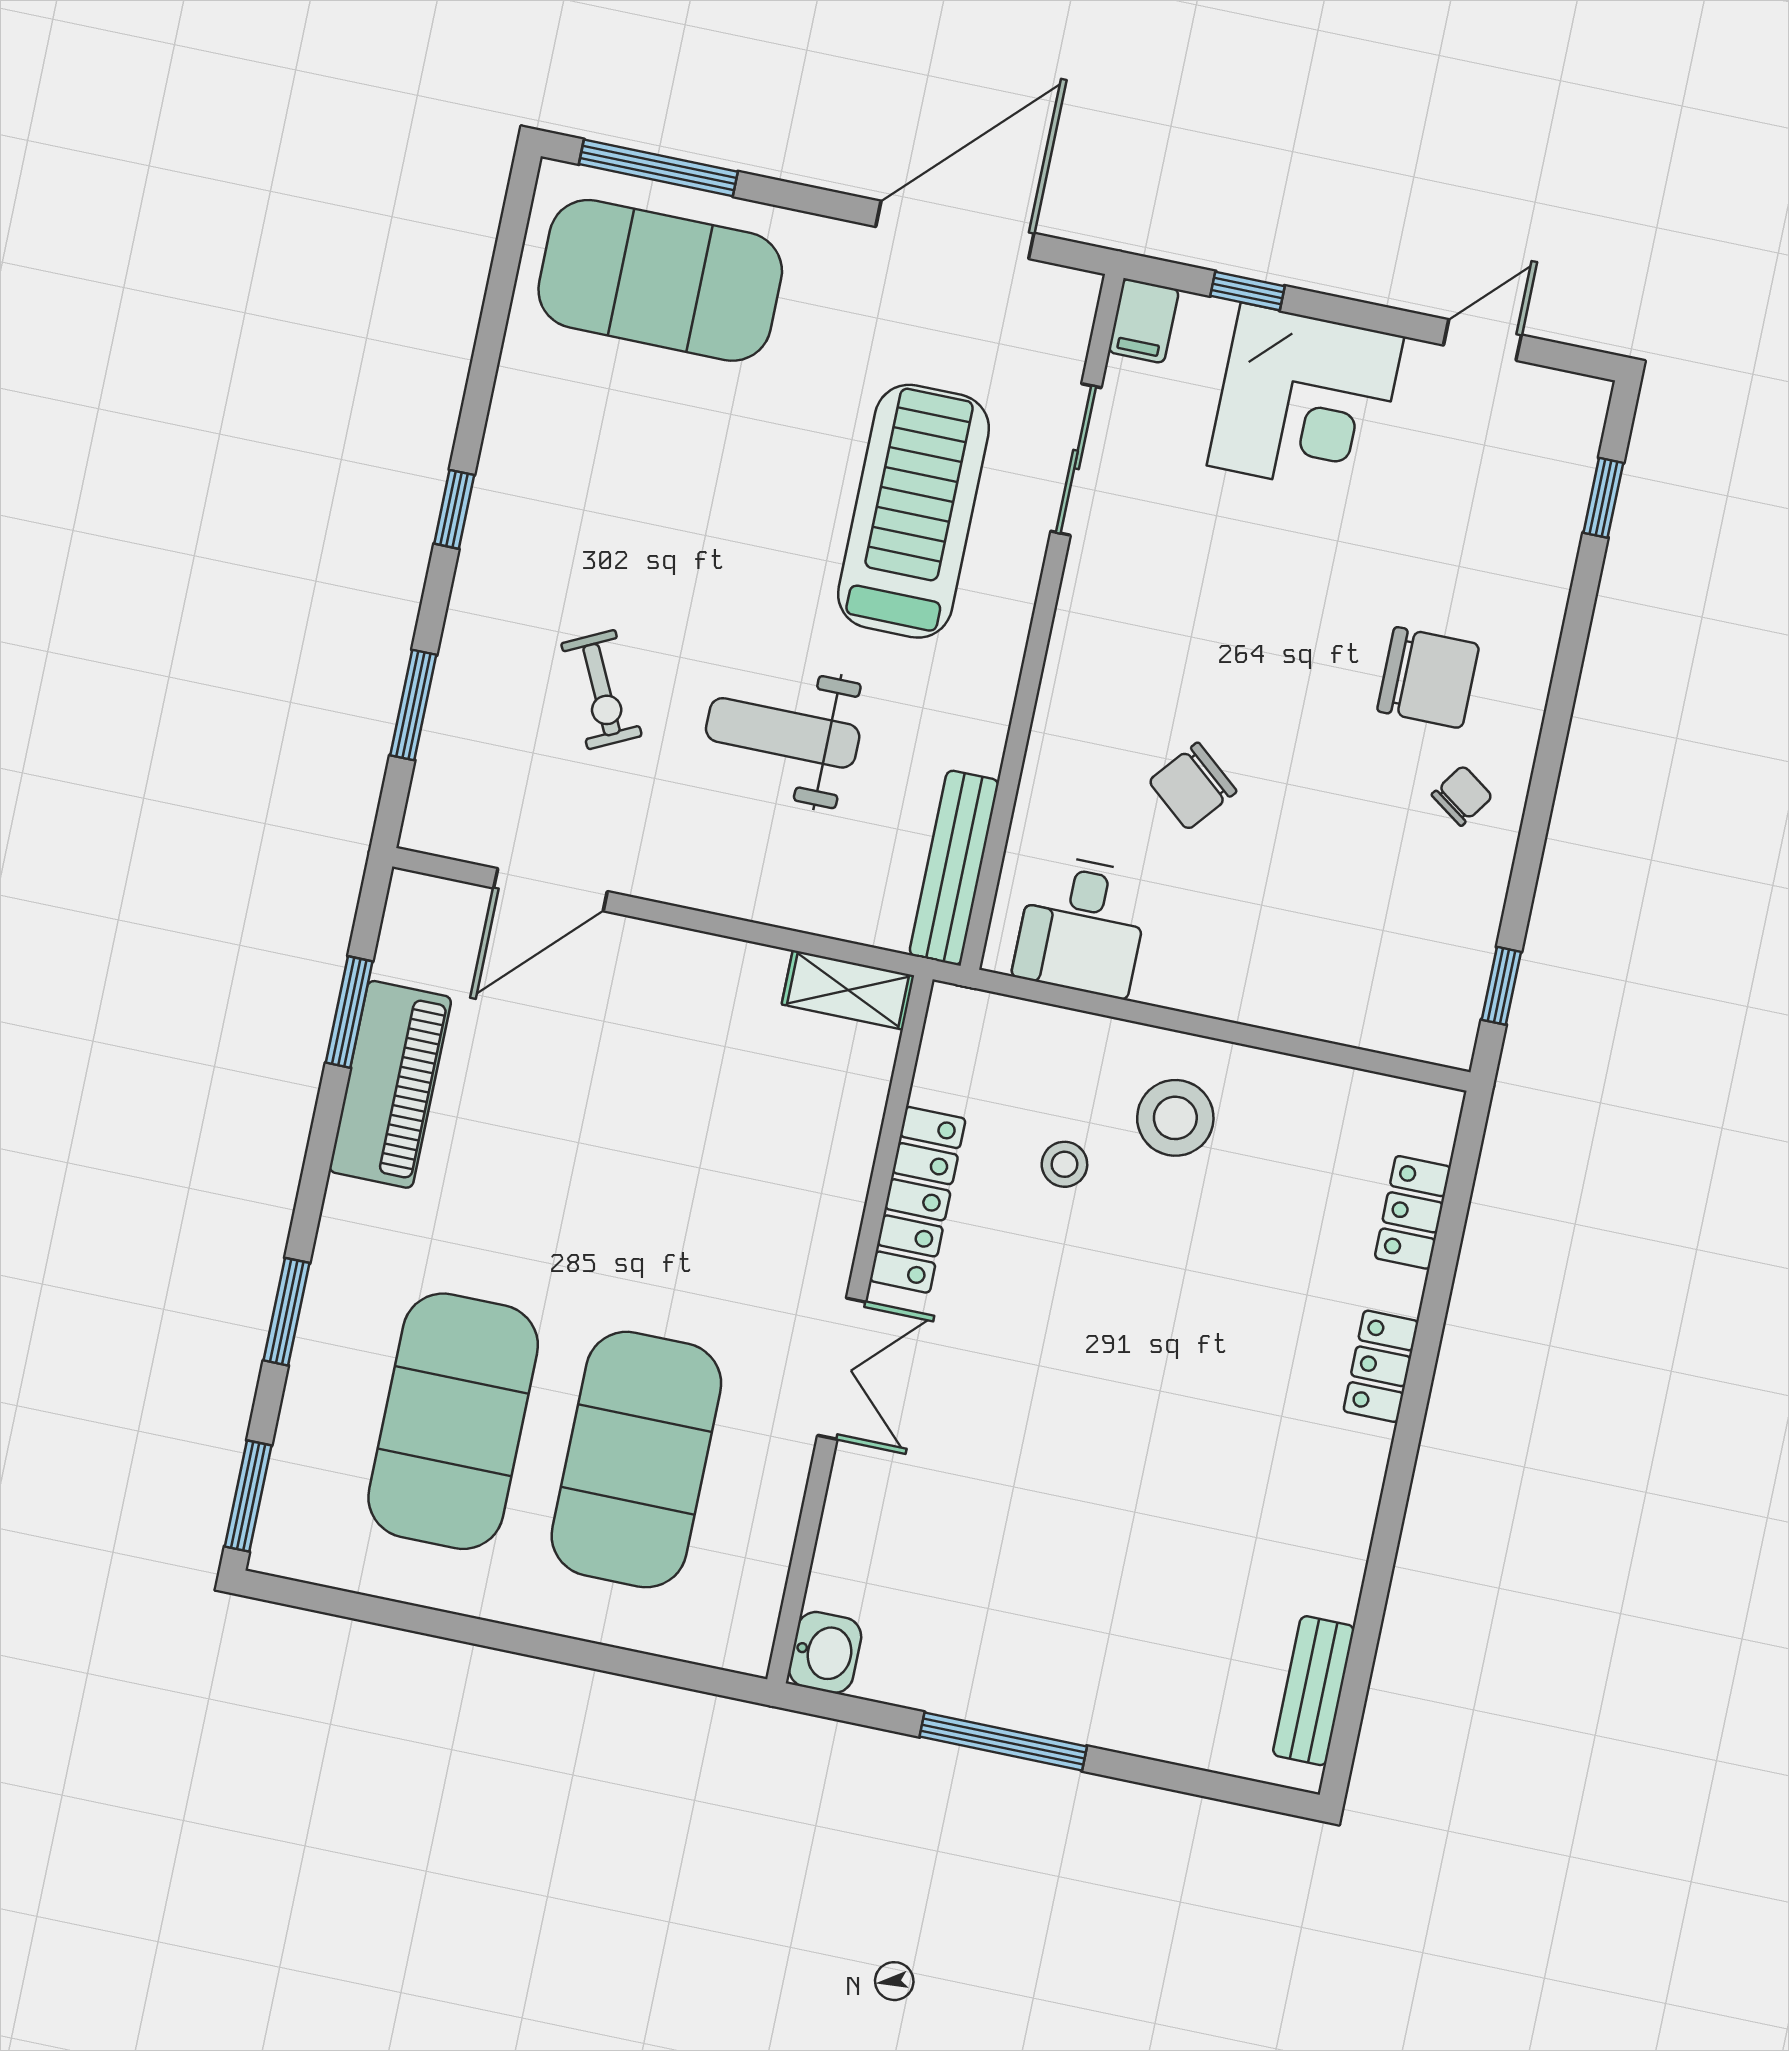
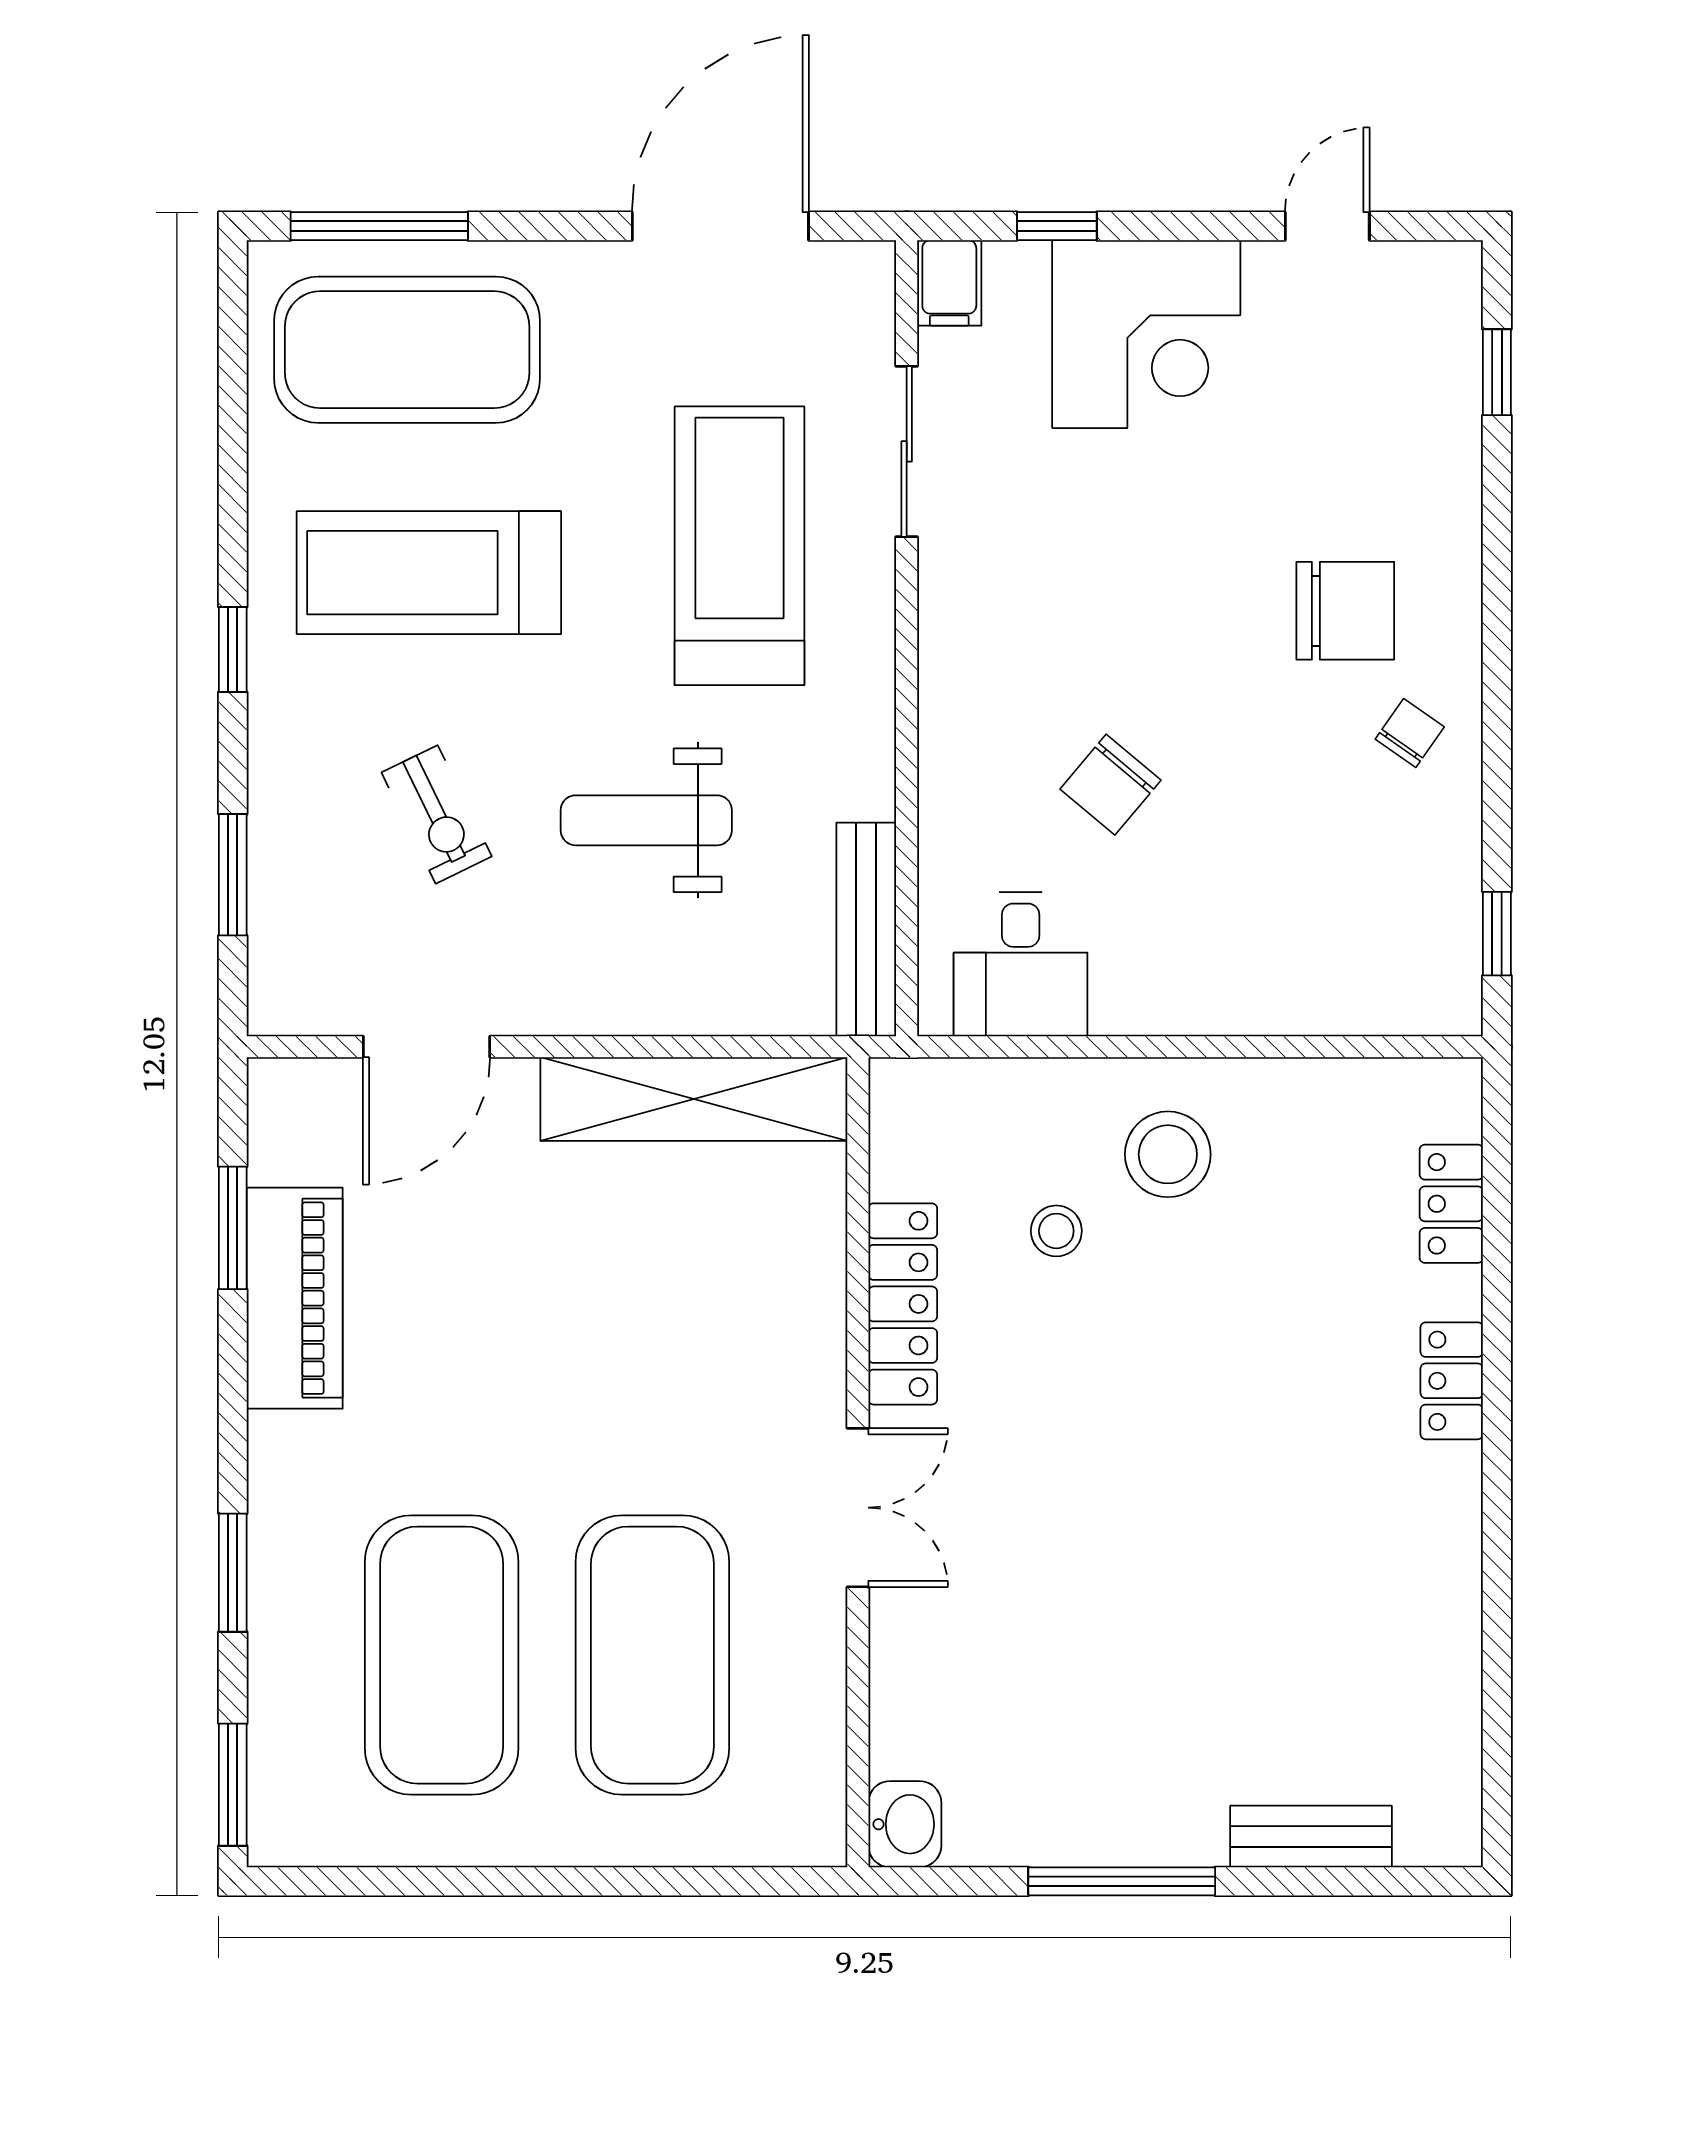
treadmill: (639, 478) -> (429, 573), added
shelving: (848, 990) -> (694, 1099), width x2.20, depth x1.33
bench: (1313, 1691) -> (1311, 1837), moved, turned 90

